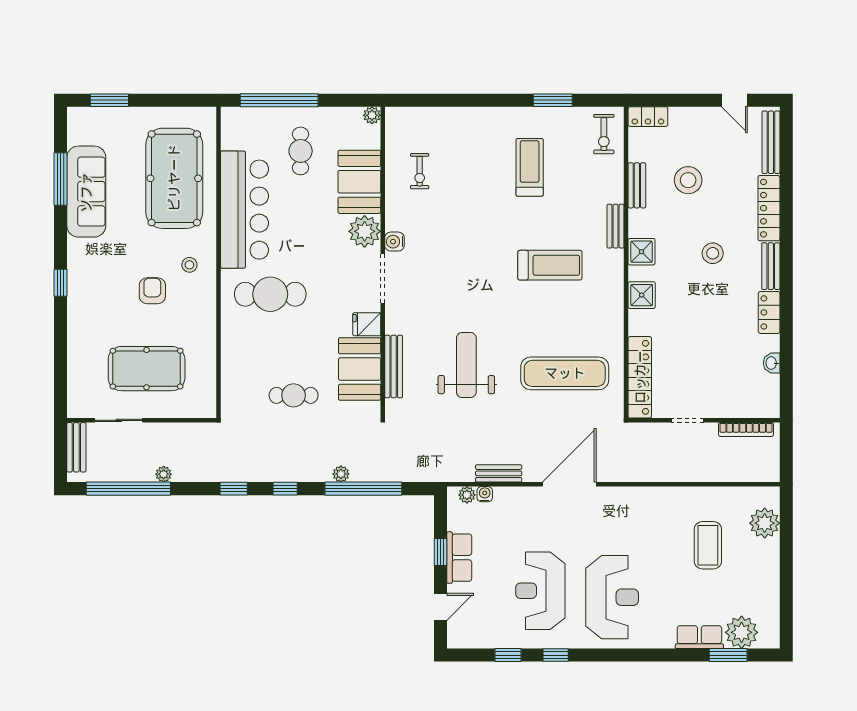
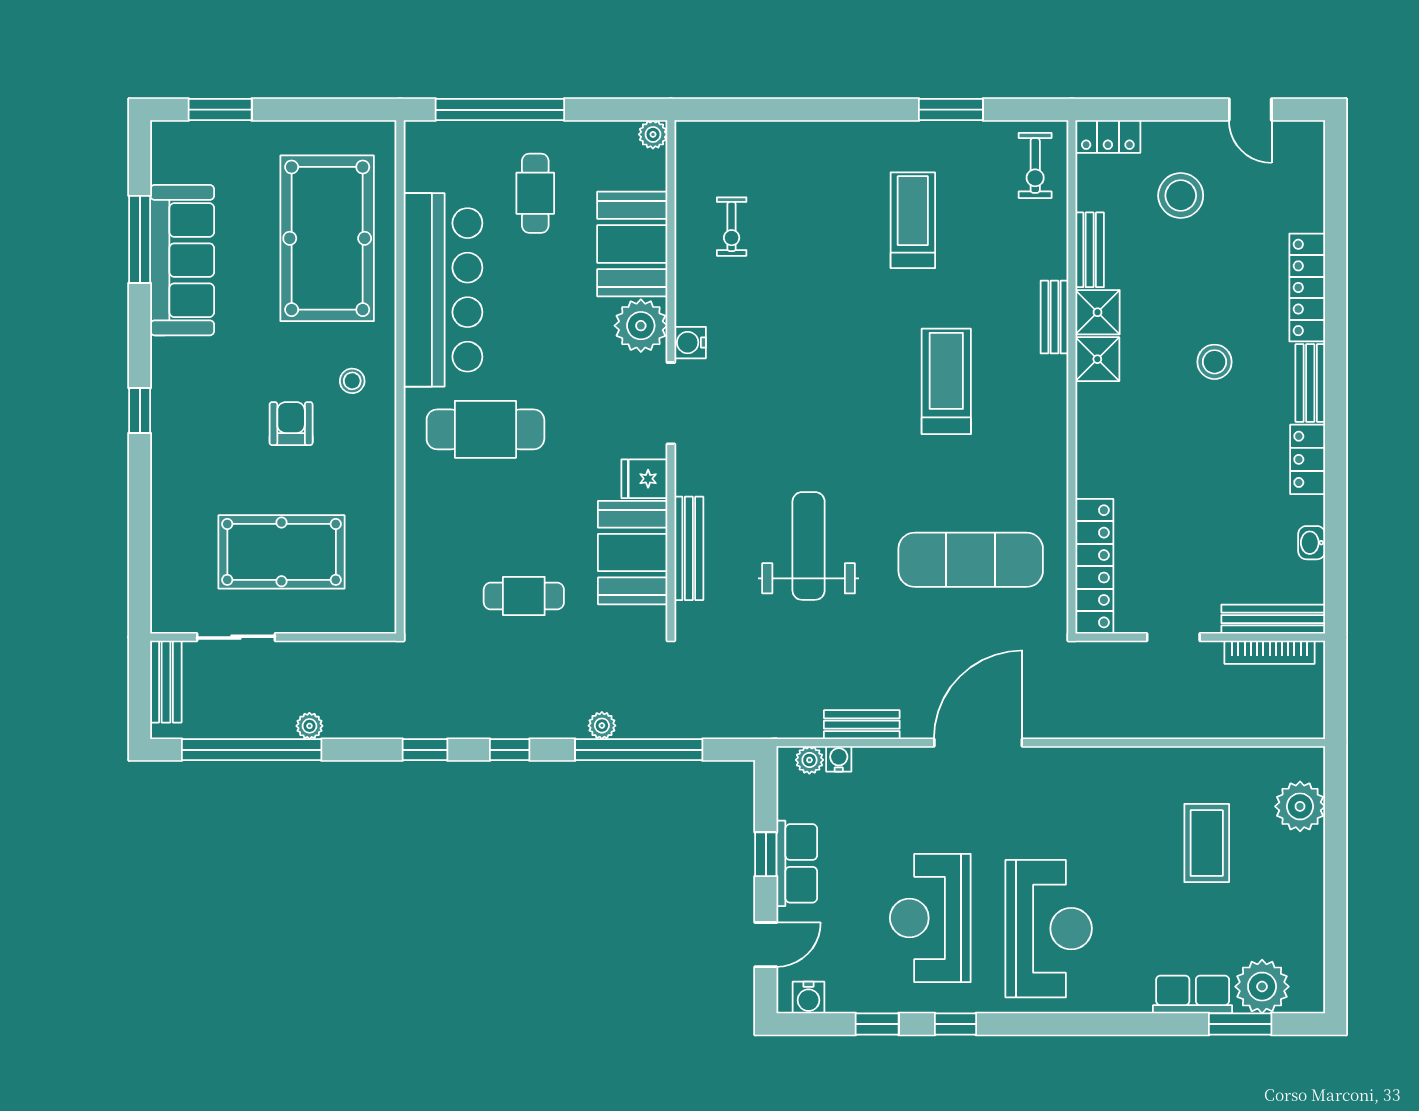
bench: (771, 142) -> (1273, 619), moved, turned 90
stool: (688, 180) -> (1181, 196), moved
treadmill: (550, 265) -> (946, 381), turned -90
shower: (642, 295) -> (1097, 312), moved
water cooler: (466, 639) -> (809, 998), added

